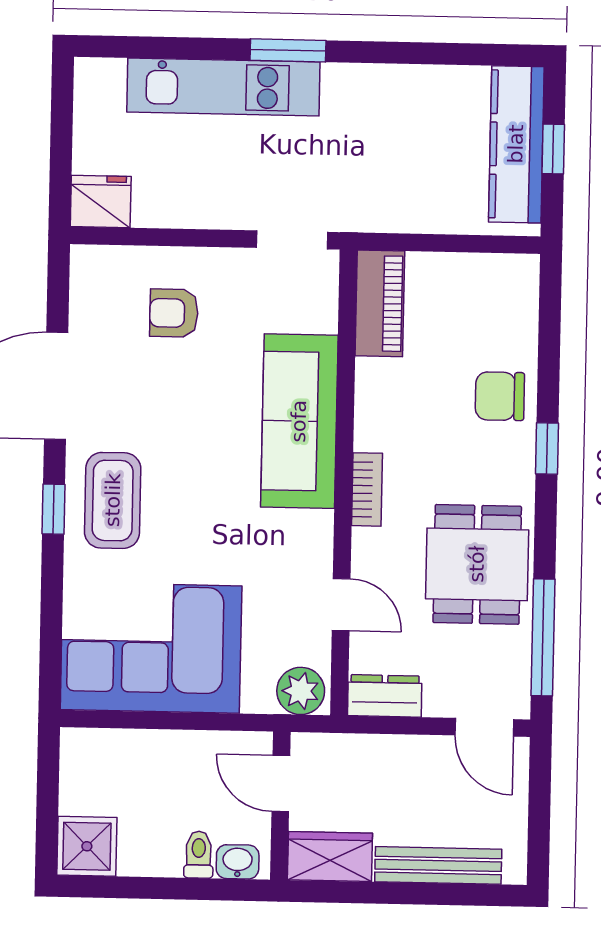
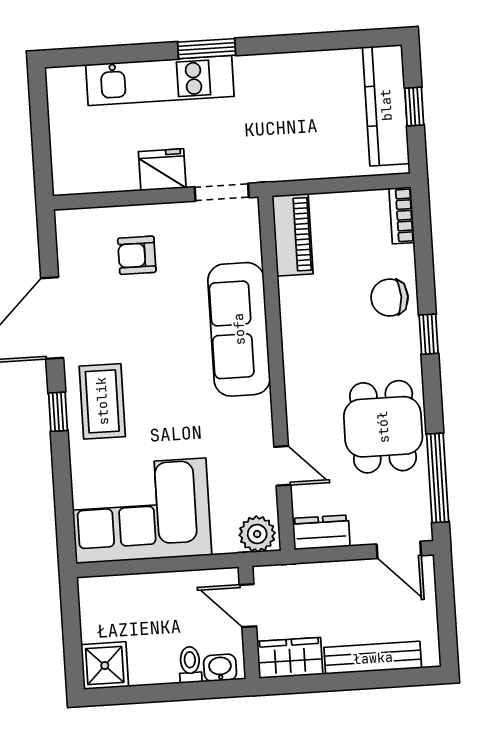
fridge: (101, 201) -> (162, 170), moved
bookcase: (367, 489) -> (402, 215), moved, turned 180

